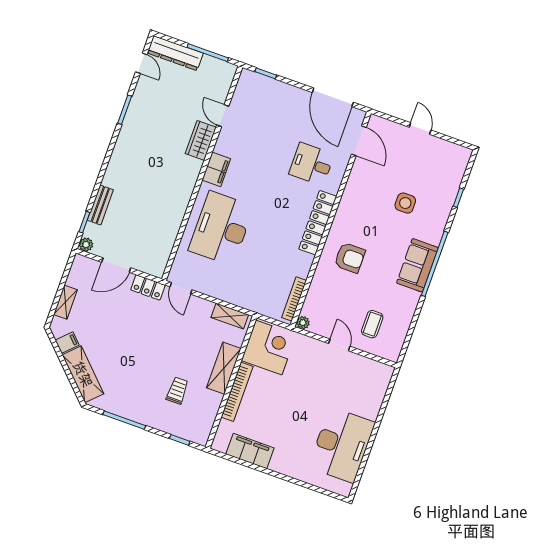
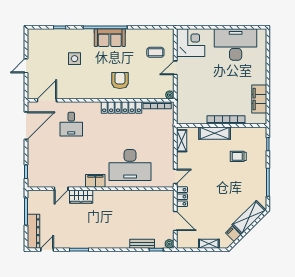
locker: (318, 223) -> (122, 108), moved
corner desk: (269, 348) -> (191, 43), moved, turned 90

